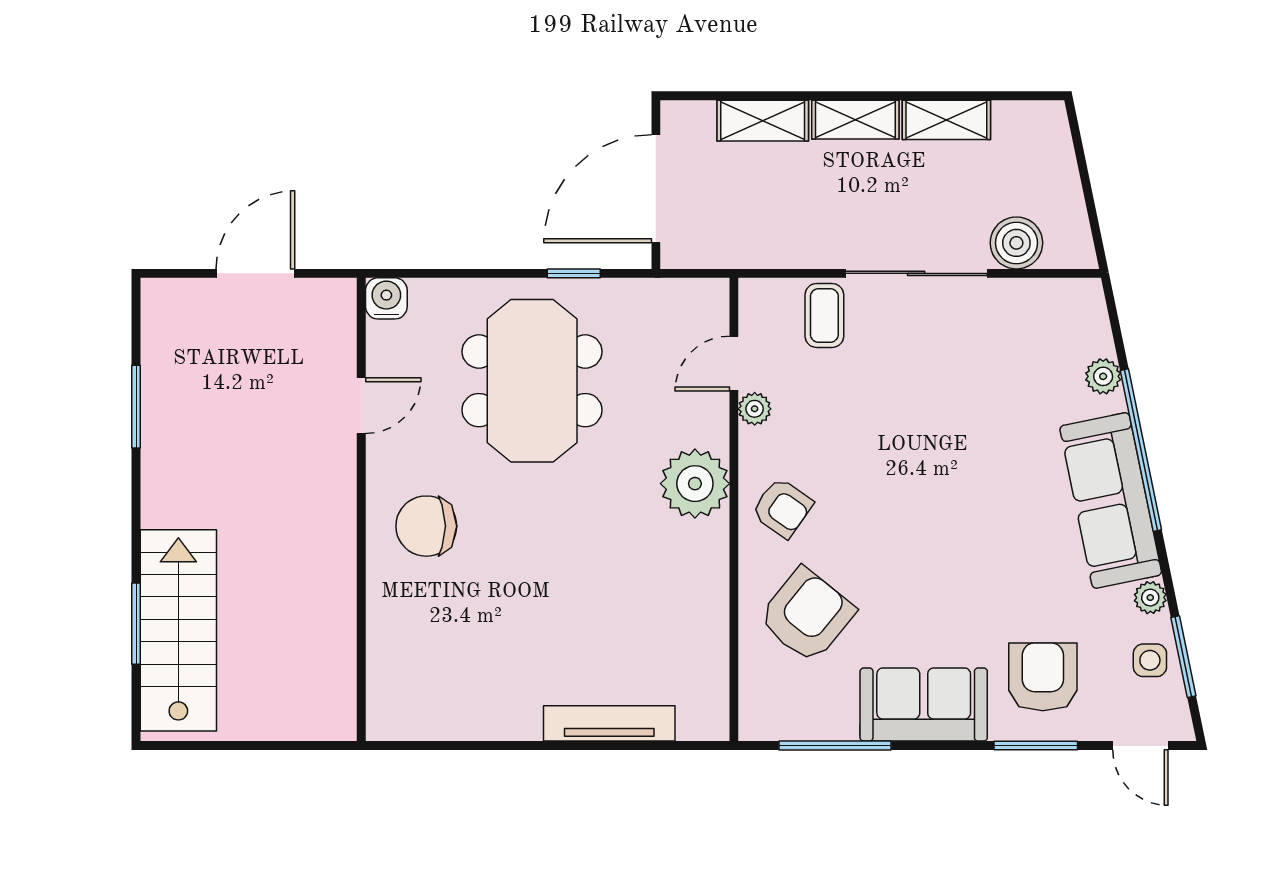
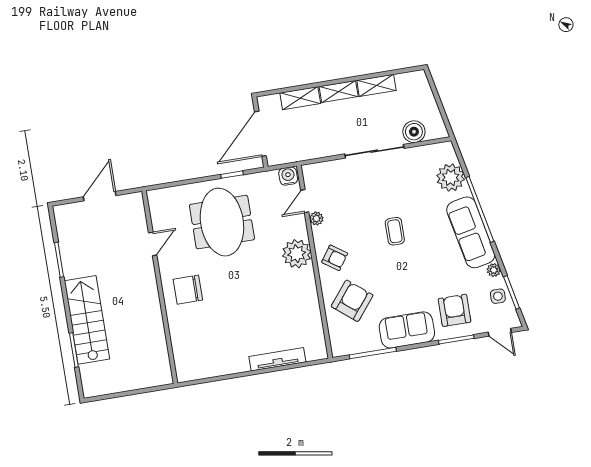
water cooler: (386, 298) -> (288, 176), moved
coffee table: (824, 315) -> (395, 231), moved
plant: (1103, 376) -> (451, 178), width x1.88, depth x1.88
stairs: (178, 630) -> (87, 320), moved

